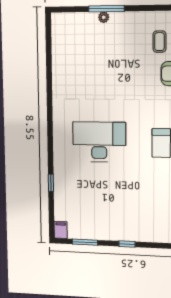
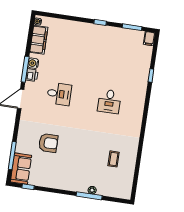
coffee table: (159, 42) -> (114, 159), moved
desk: (99, 142) -> (109, 101), width x0.53, depth x0.77

